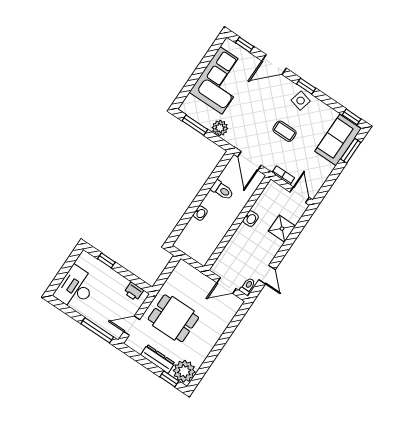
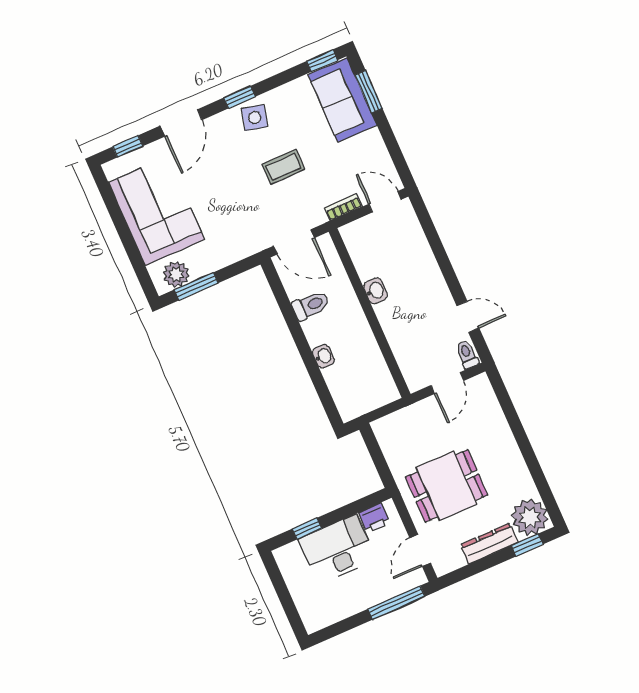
plant: (220, 128) -> (176, 274), moved
shower: (282, 229) -> (417, 256), removed
desk: (76, 288) -> (337, 549), moved, turned 90

